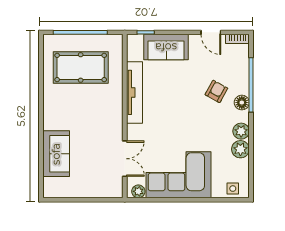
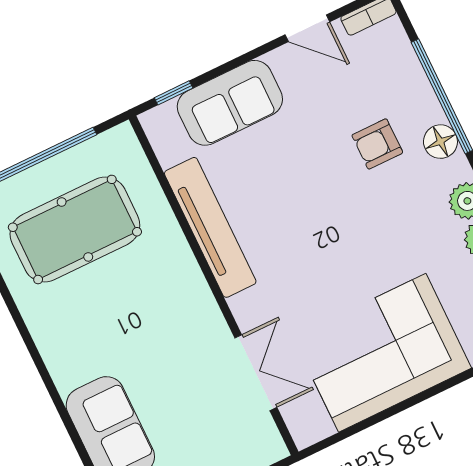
armchair: (216, 91) -> (377, 144), turned -119
plant: (138, 191) -> (316, 427), removed

